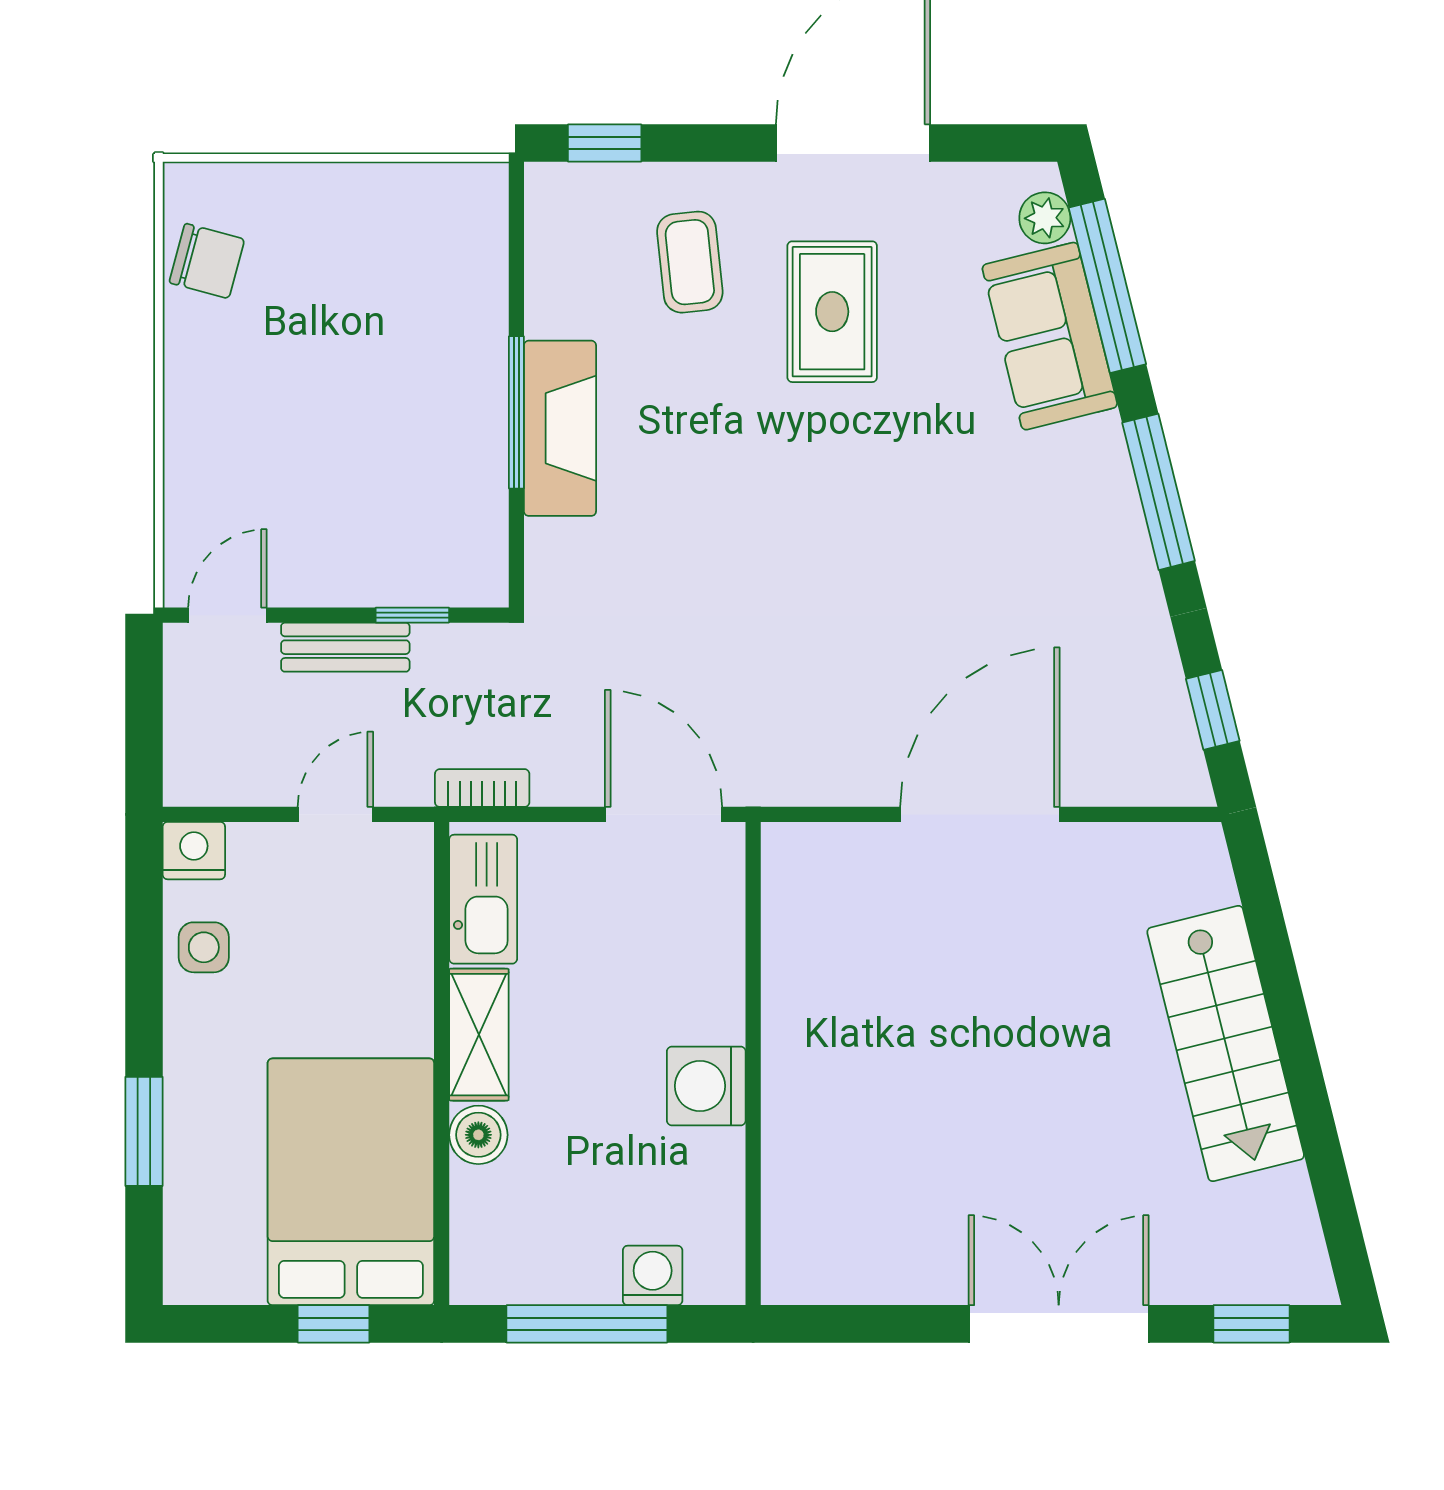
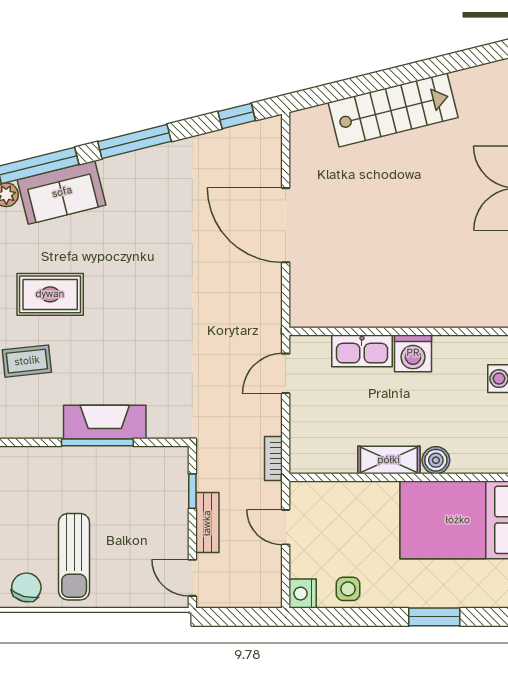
sun lounger: (272, 363) -> (74, 557), added
door: (663, 814) -> (286, 373), width x0.73
kitchen sink: (483, 899) -> (362, 351), moved, turned 180

